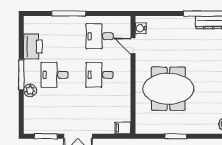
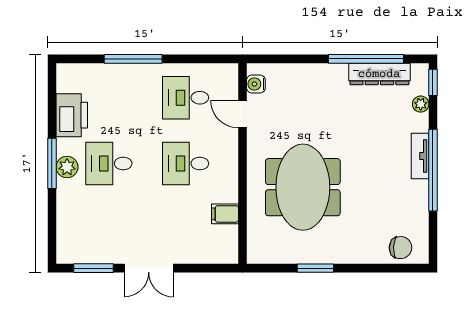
meeting table: (168, 89) -> (303, 187), turned 90
plant: (30, 90) -> (67, 167), moved
filing cabinet: (123, 128) -> (225, 214), moved

